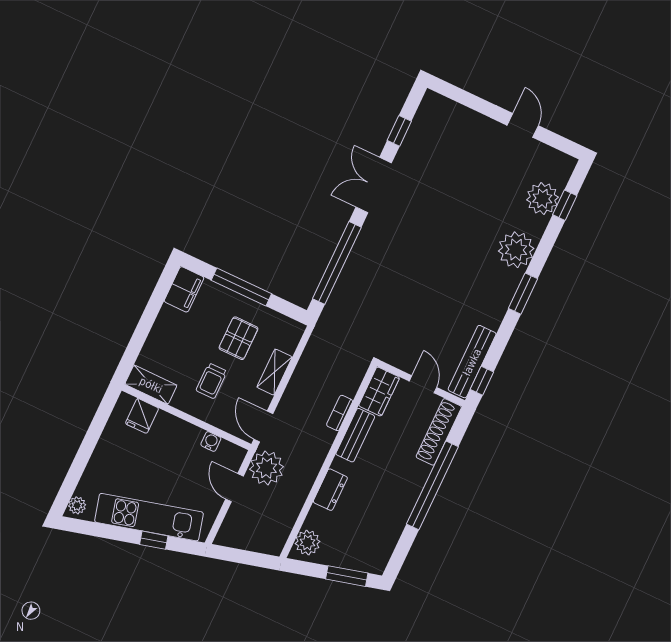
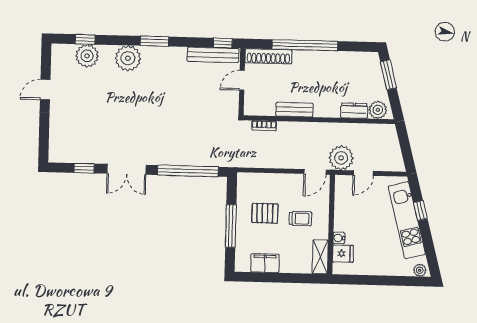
filing cabinet: (184, 289) -> (265, 263), moved
shelving: (275, 372) -> (277, 180), removed
wardrobe: (379, 392) -> (259, 107), removed
bookcase: (340, 413) -> (264, 126), moved
water cooler: (211, 441) -> (339, 238), moved
dresser: (330, 490) -> (354, 111), moved

